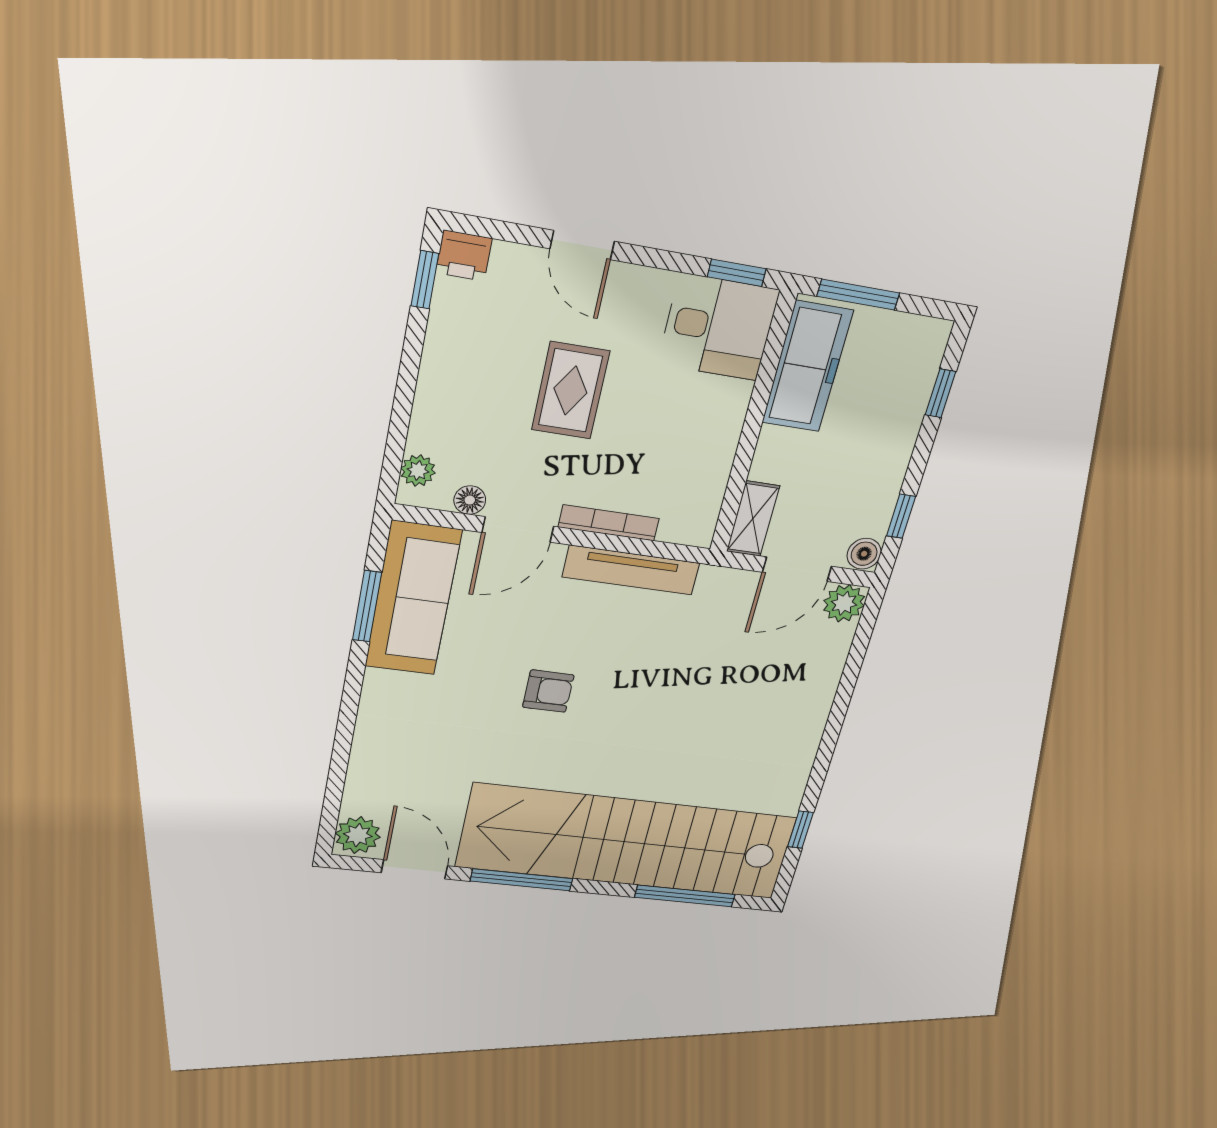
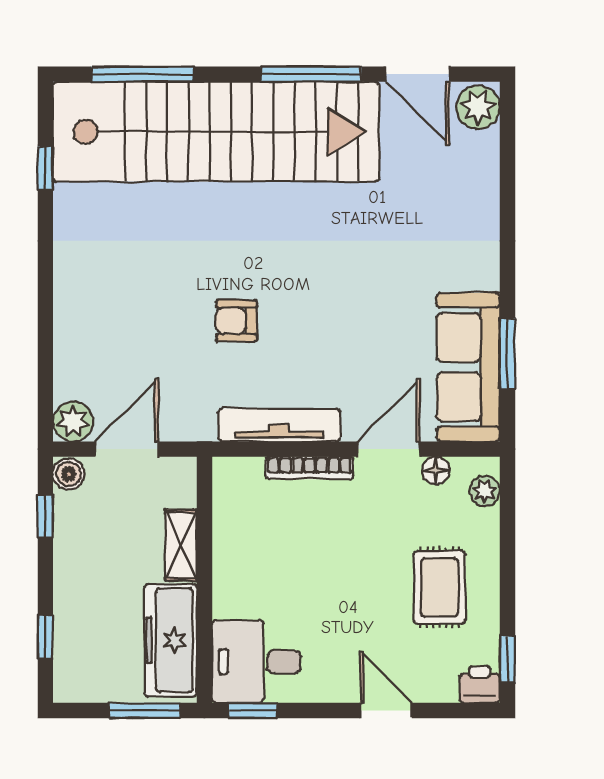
rug: (570, 391) -> (440, 587), moved
shelving: (753, 519) -> (181, 545), moved
armchair: (548, 691) -> (237, 321), moved

